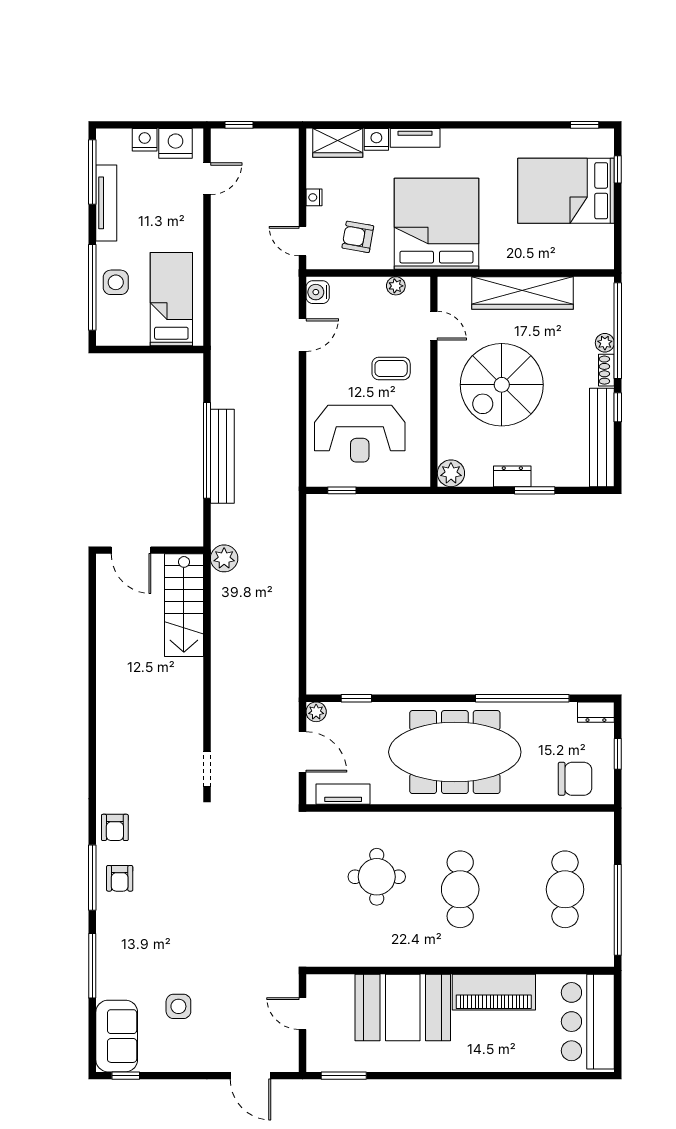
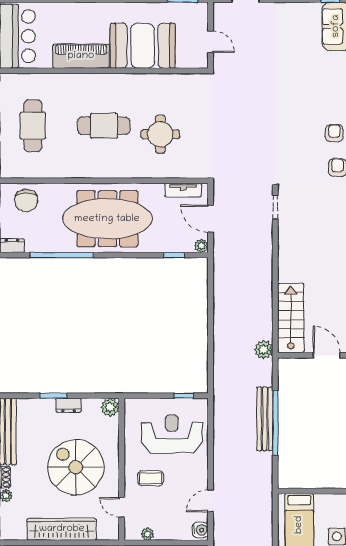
spiral stairs: (502, 385) -> (76, 467), turned -90
chair: (575, 779) -> (26, 201), turned -90
cafe table: (460, 889) -> (104, 126), turned 90
side table: (178, 1006) -> (294, 47), removed

